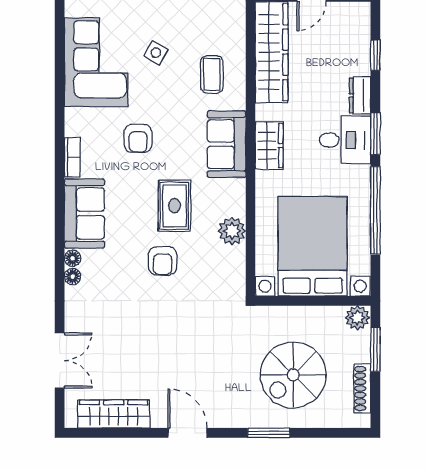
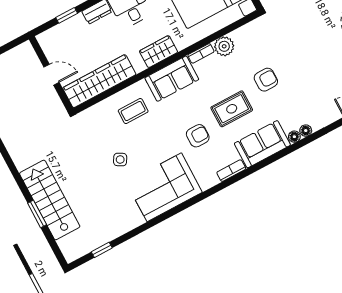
side table: (156, 53) -> (120, 159), moved
bookcase: (239, 197) -> (201, 53), added
rug: (174, 206) -> (232, 109), moved

